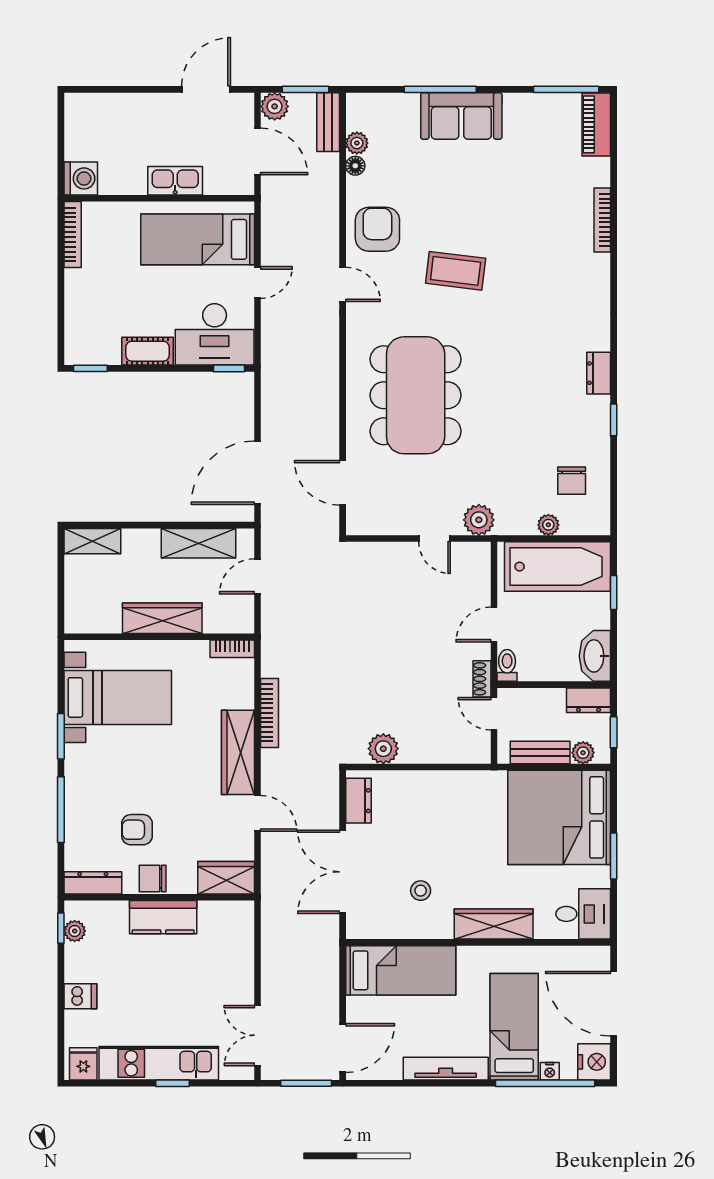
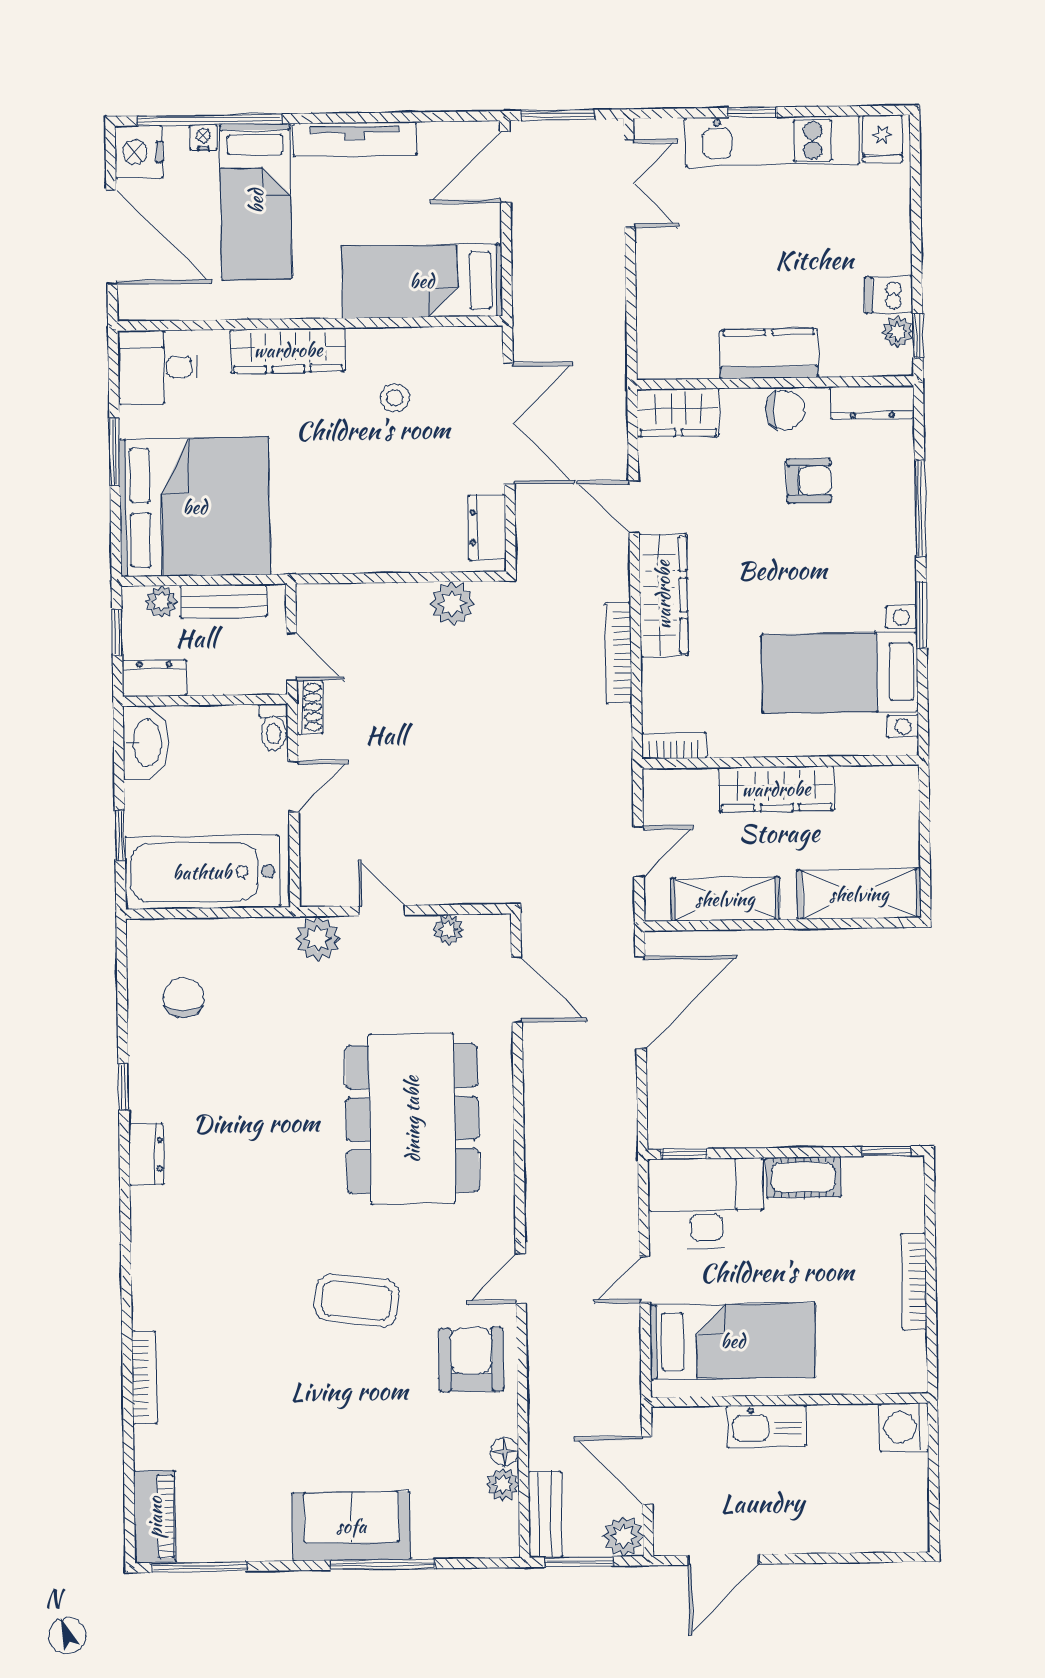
armchair: (377, 229) -> (471, 1360), turned 180
bookcase: (73, 235) -> (914, 1282), moved
door: (343, 284) -> (521, 1278), hinge flipped
plant: (548, 525) -> (448, 930), moved
shelving: (92, 541) -> (859, 894), width x1.50, depth x1.33
dishwasher: (80, 996) -> (889, 295), moved

